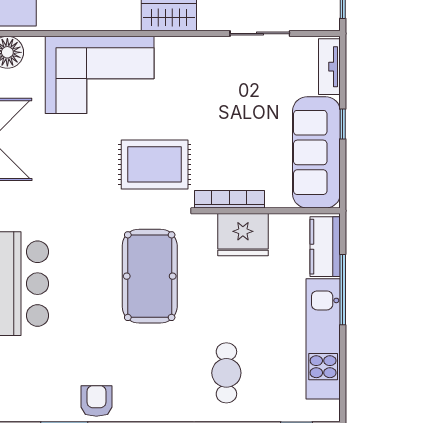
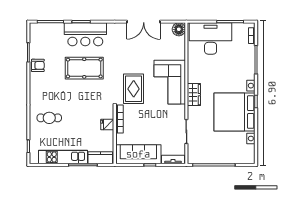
corner sofa: (100, 75) -> (170, 82), moved
fridge: (243, 235) -> (107, 125), width x0.53, depth x0.75
pool table: (150, 276) -> (84, 68), moved

